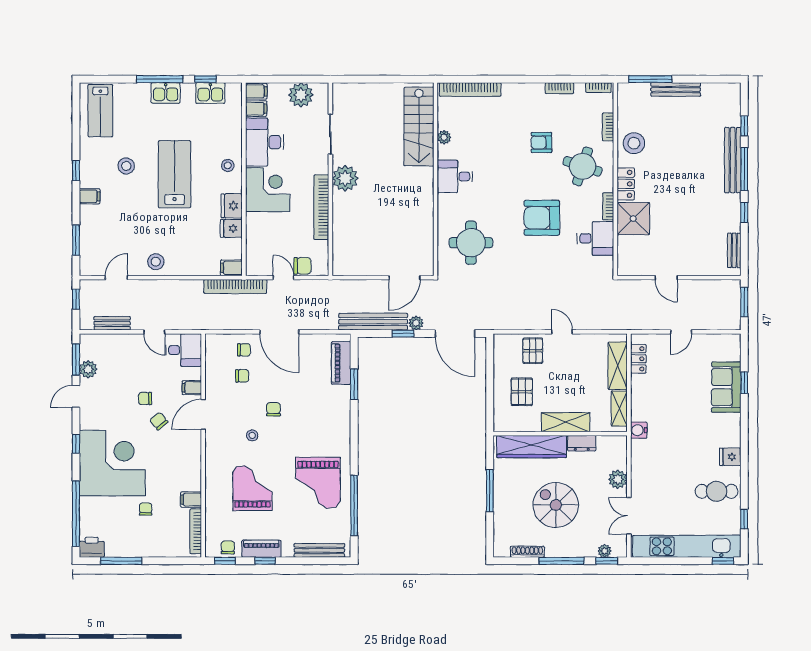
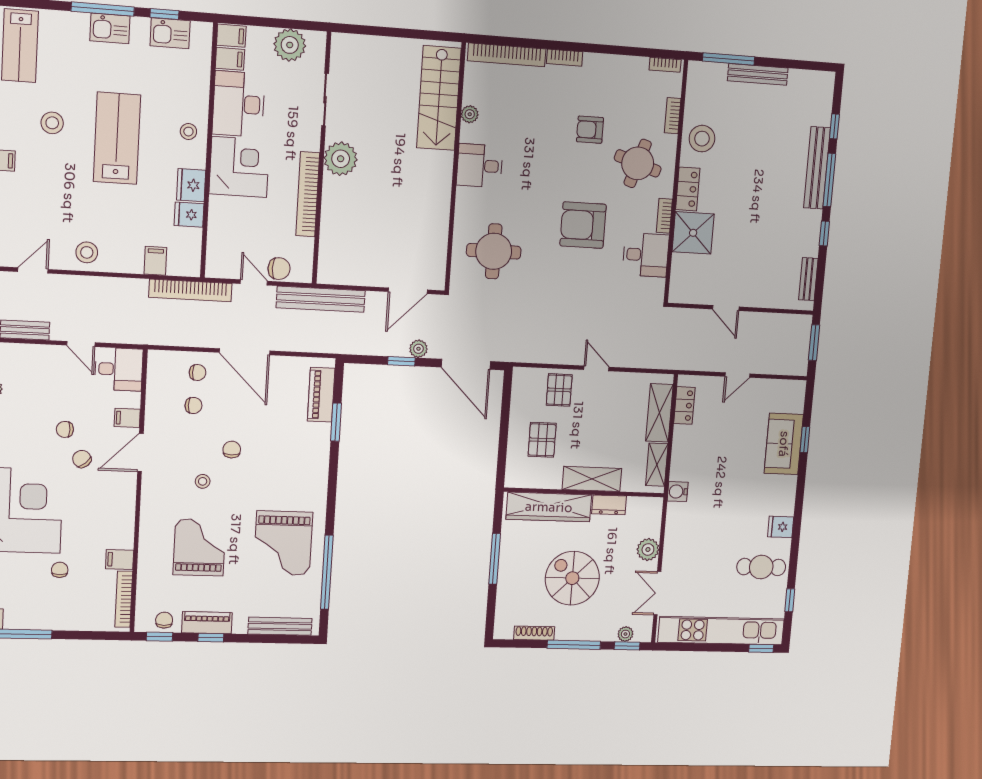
bookcase: (559, 88) -> (565, 58), moved
filing cabinet: (231, 268) -> (155, 261), moved, turned 90
bench: (373, 322) -> (321, 299), moved

